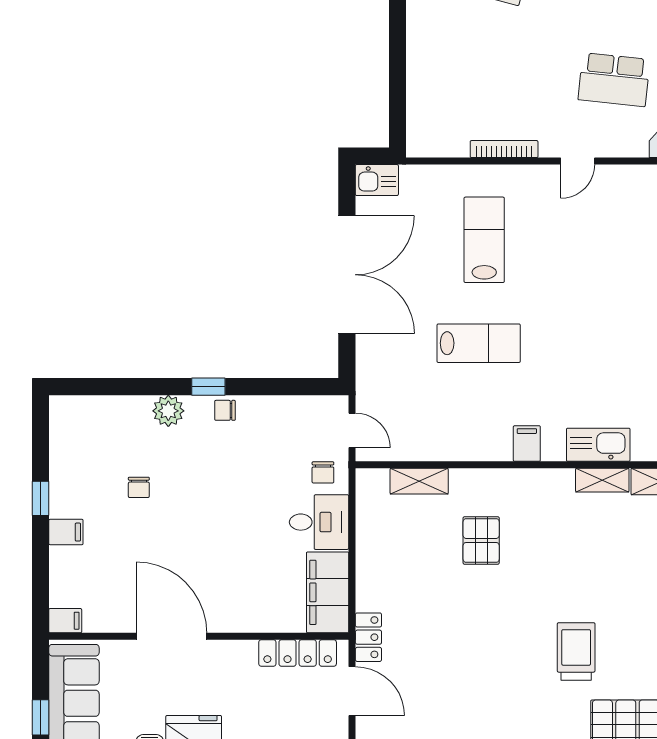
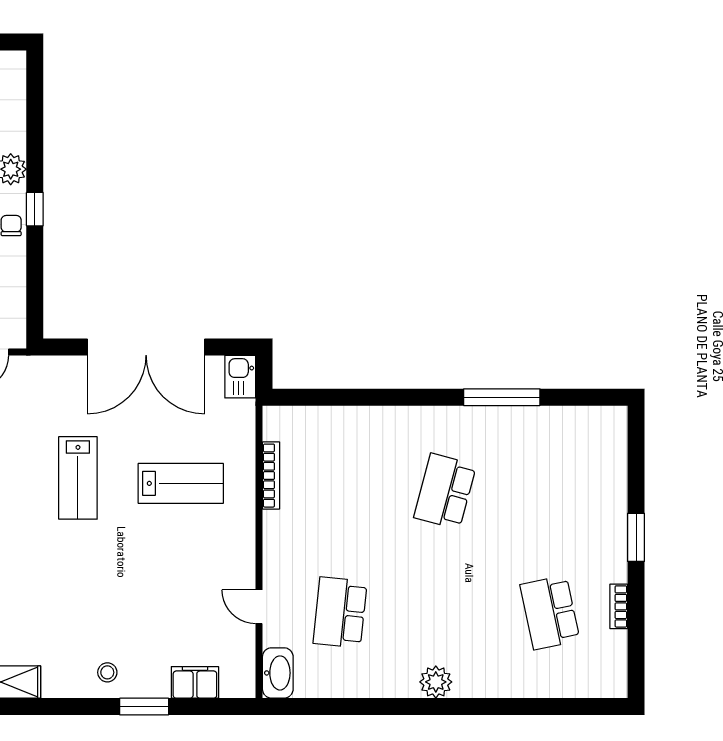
bookcase: (504, 149) -> (271, 476), moved
door: (578, 161) -> (259, 607), moved

